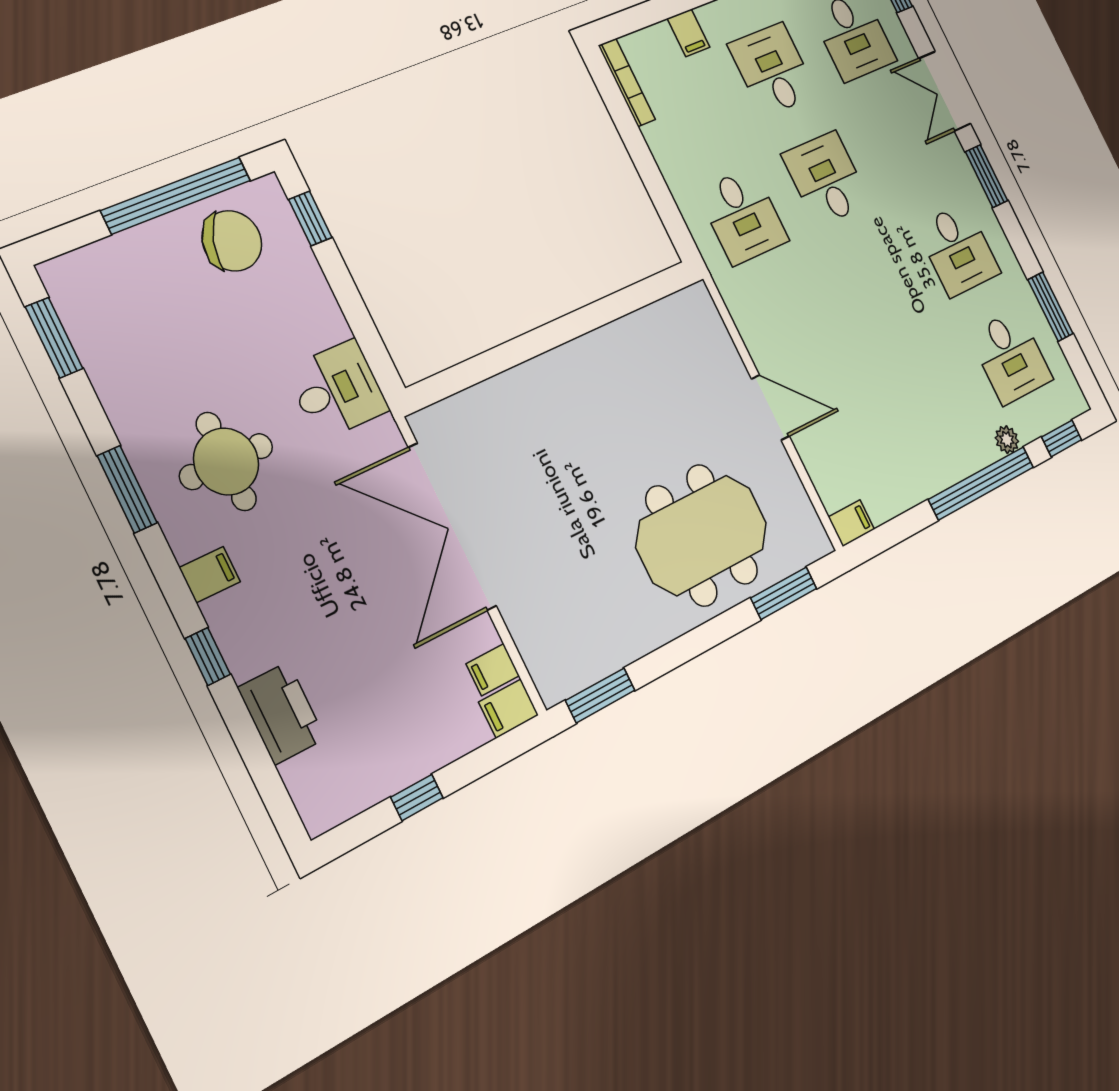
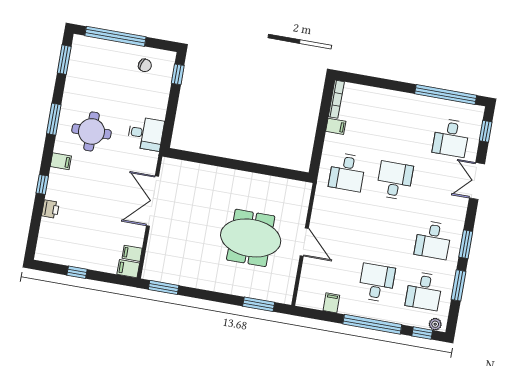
filing cabinet: (689, 33) -> (336, 126), moved, turned -90
desk: (773, 69) -> (377, 283), moved
window: (986, 176) -> (466, 244), moved
window: (176, 195) -> (115, 36), moved
chair: (232, 241) -> (145, 65), width x0.54, depth x0.54
plant: (1007, 440) -> (435, 324), moved
filing cabinet: (851, 523) -> (331, 303), moved, turned -90
double door: (452, 527) -> (152, 201), width x0.73
meeting table: (702, 535) -> (251, 238), moved
printer: (281, 713) -> (50, 209), width x0.53, depth x0.68

